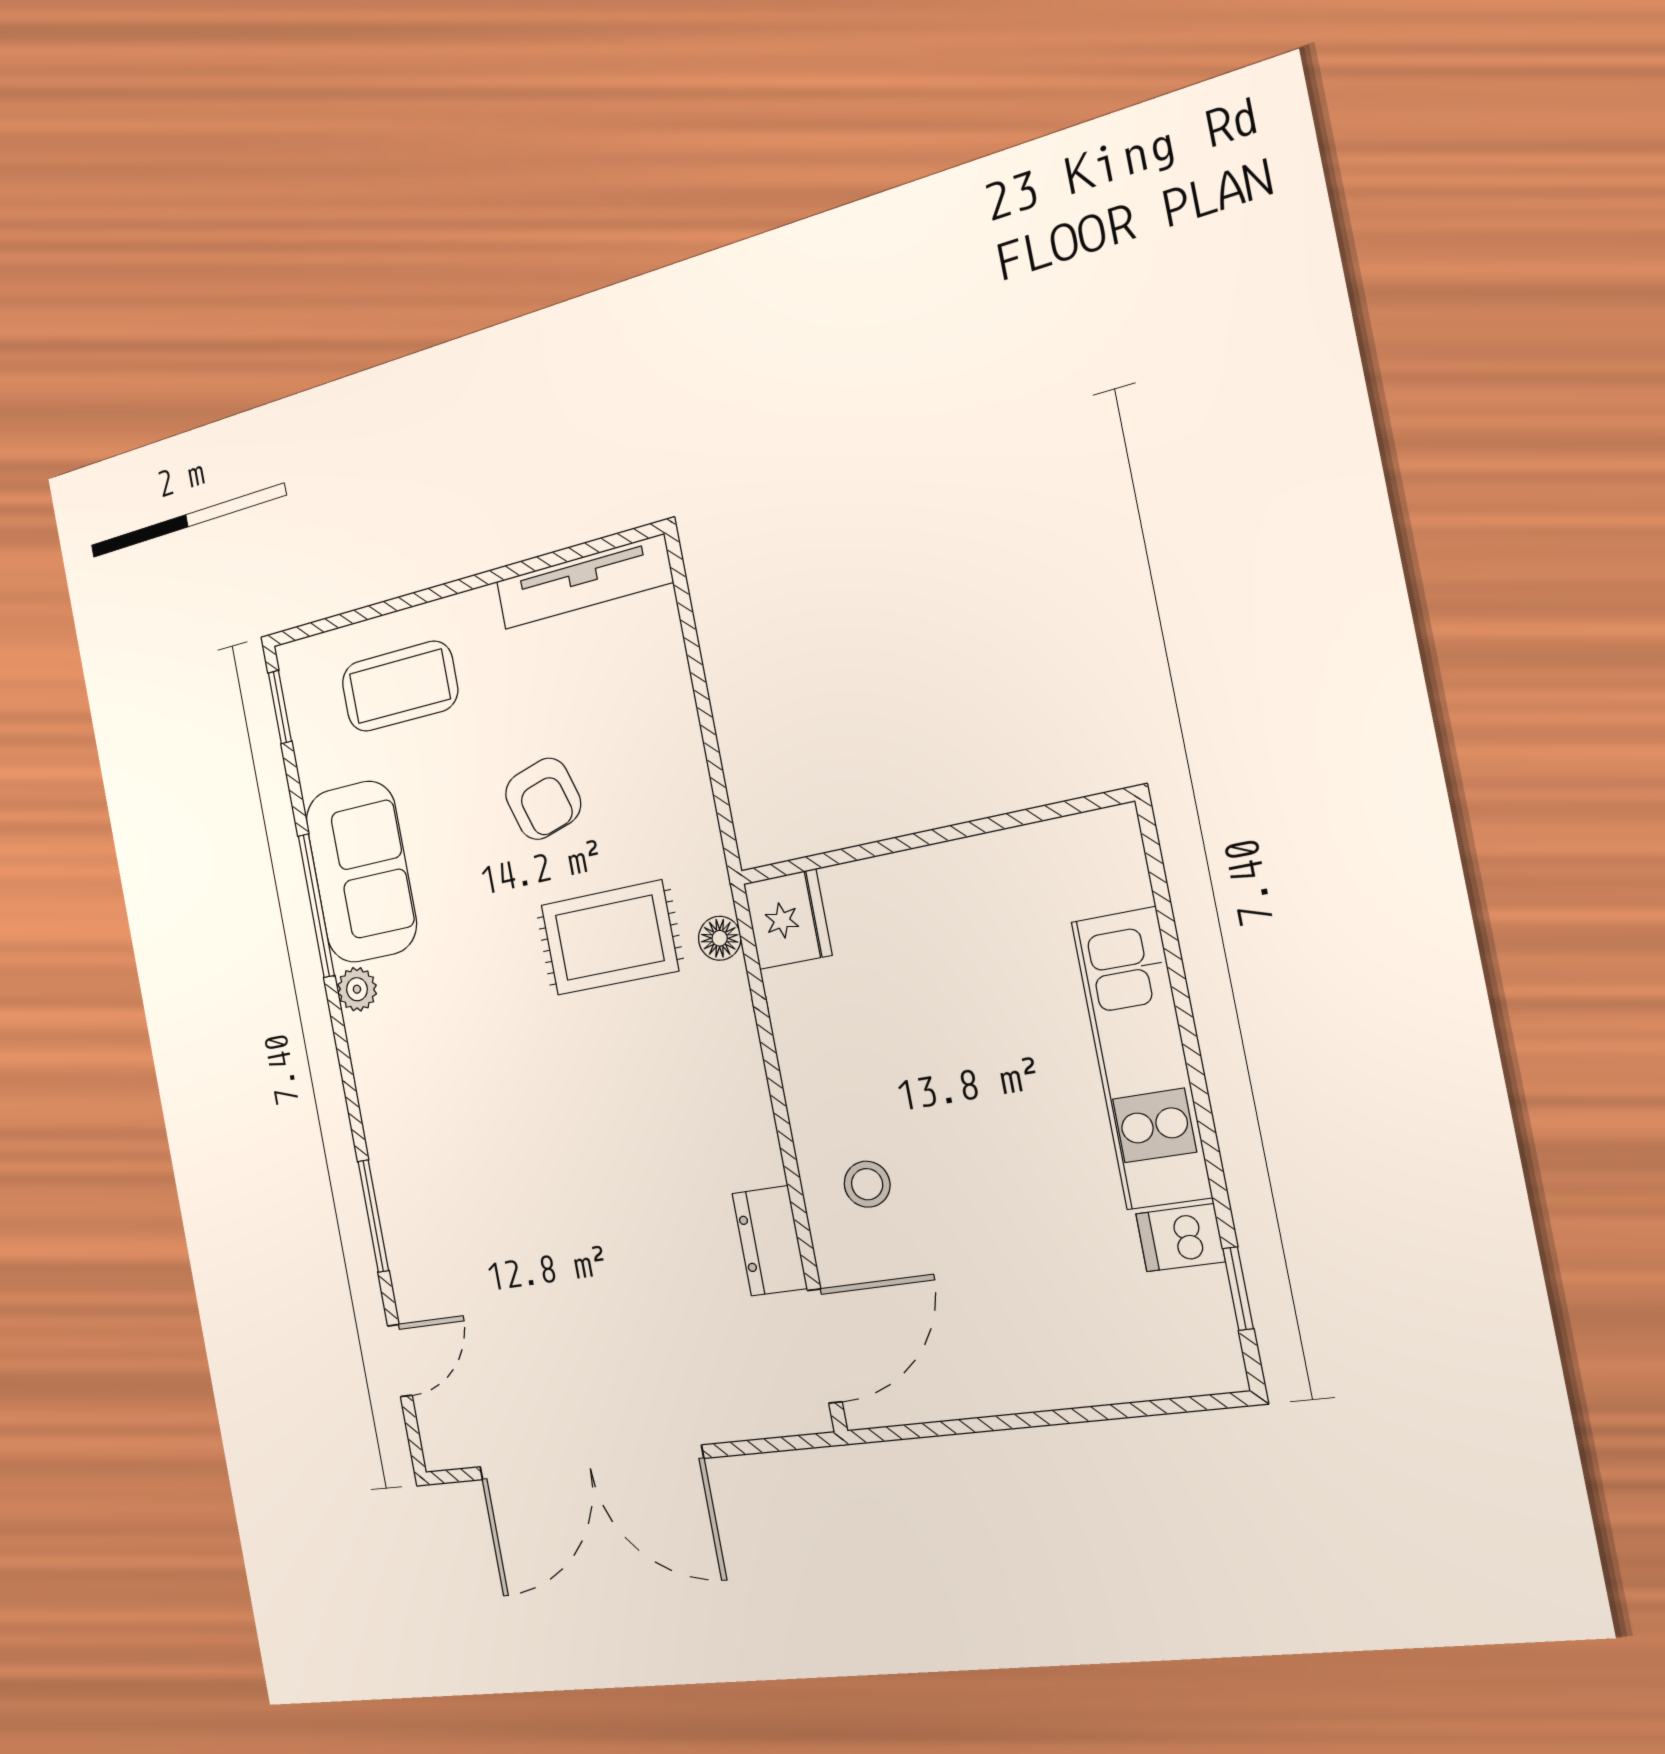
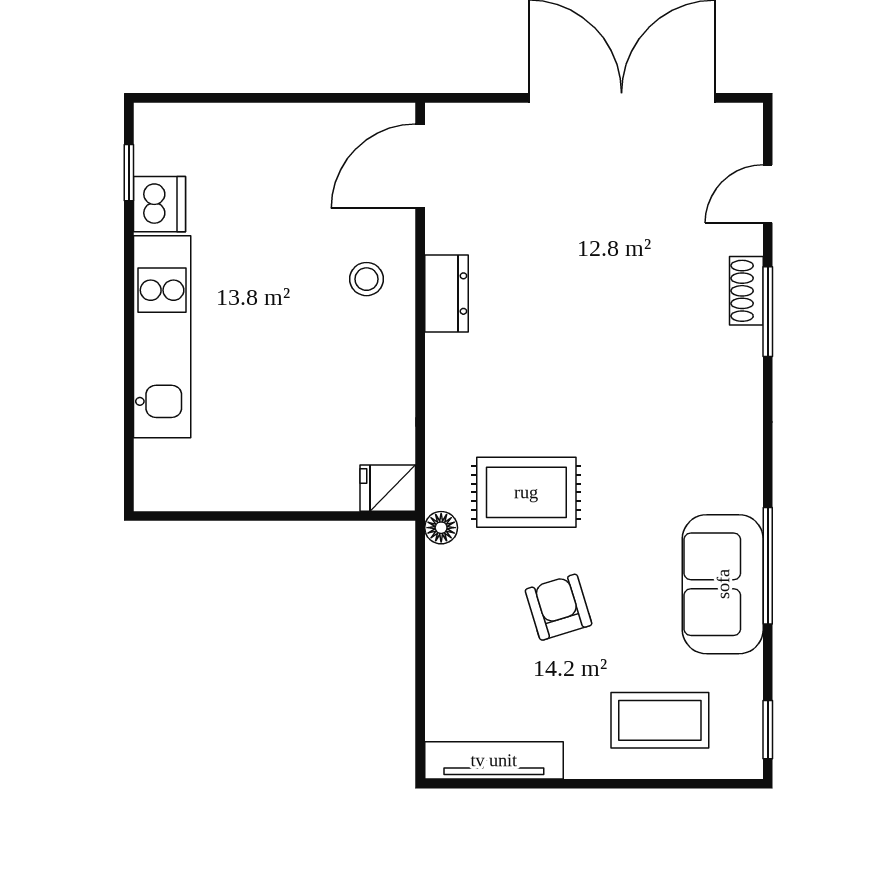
fridge: (788, 919) -> (388, 488), width x0.72
floor lamp: (720, 938) -> (441, 528), moved
plant: (357, 989) -> (745, 493), removed
shoe rack: (401, 1238) -> (746, 291), added
dishwasher: (1180, 1238) -> (159, 204), width x1.38
dresser: (770, 1241) -> (447, 294), moved

